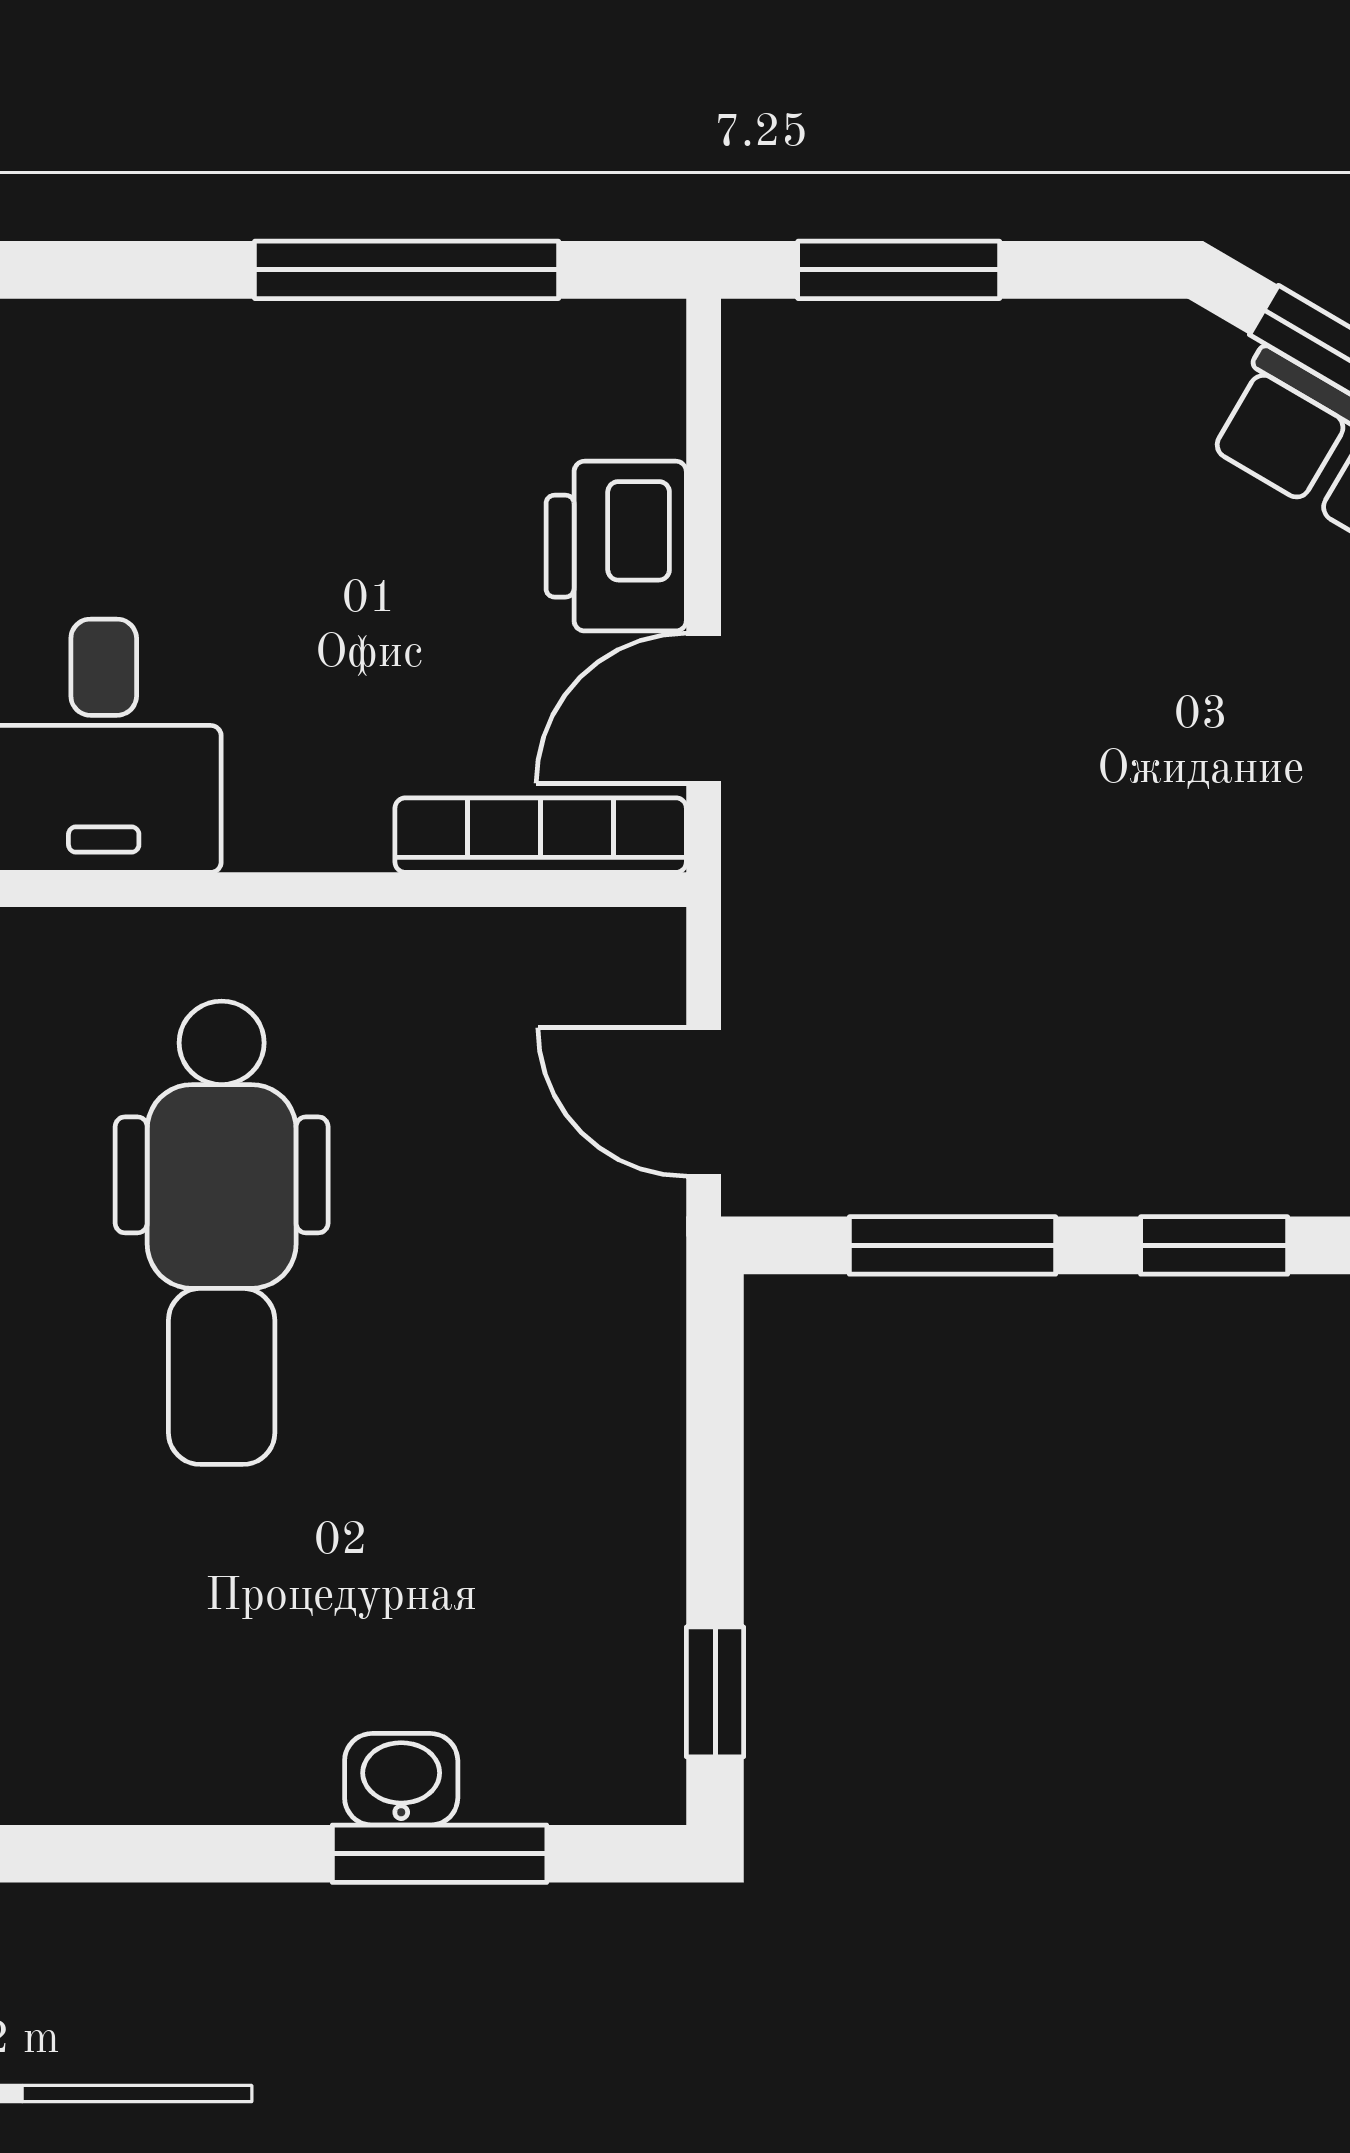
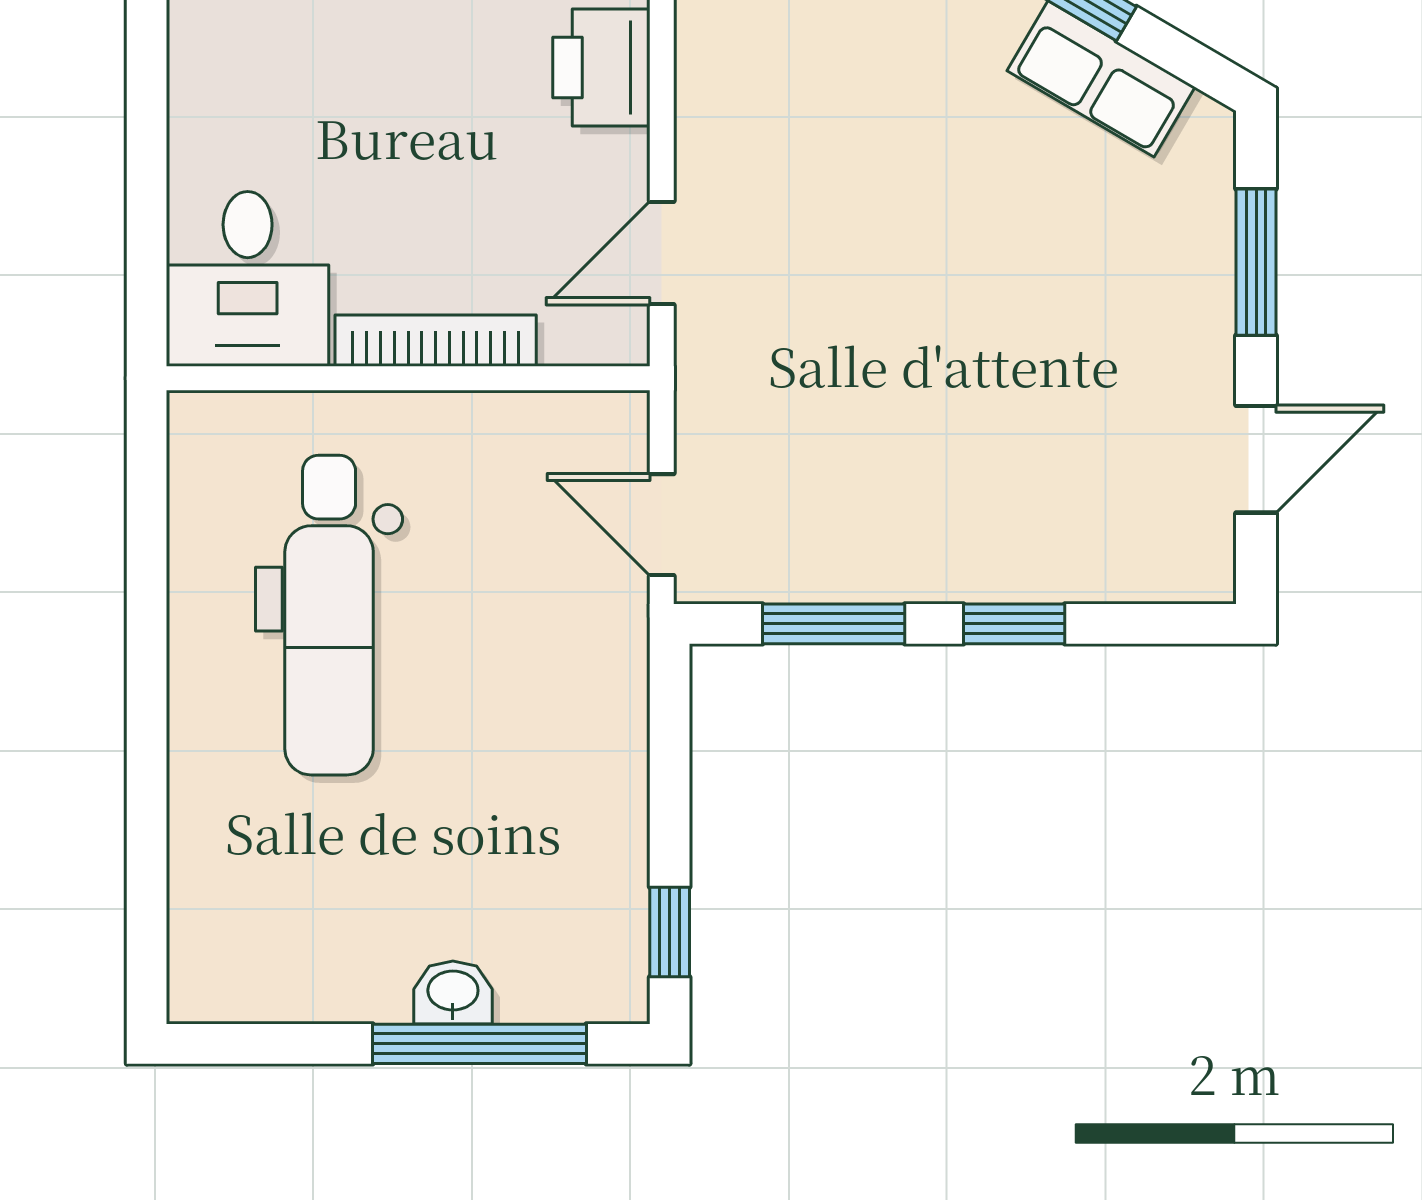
printer: (616, 546) -> (601, 68), moved
bookcase: (541, 835) -> (436, 341), moved
window: (440, 1854) -> (479, 1044), width x1.44

